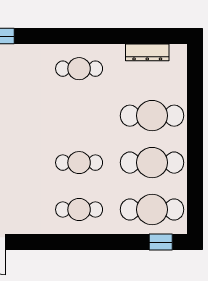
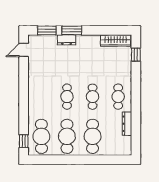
dresser: (147, 52) -> (127, 124), moved
cafe table: (79, 210) -> (93, 97), moved

